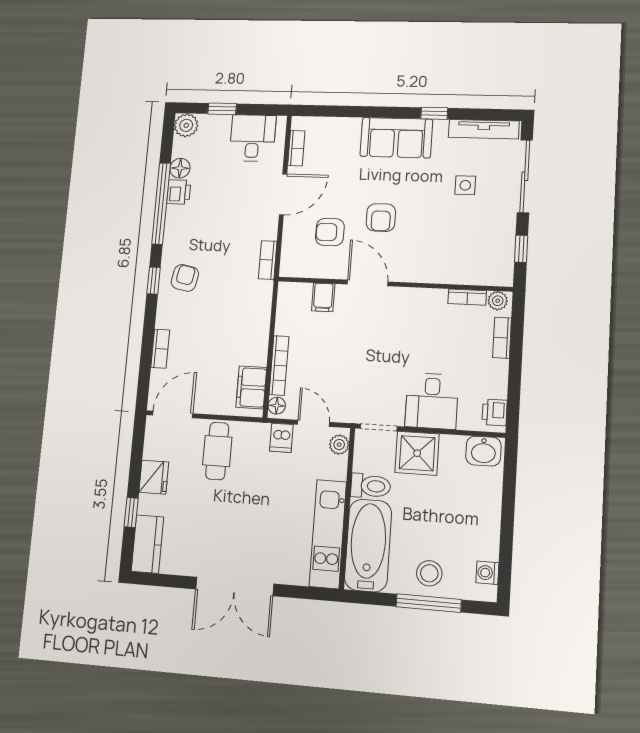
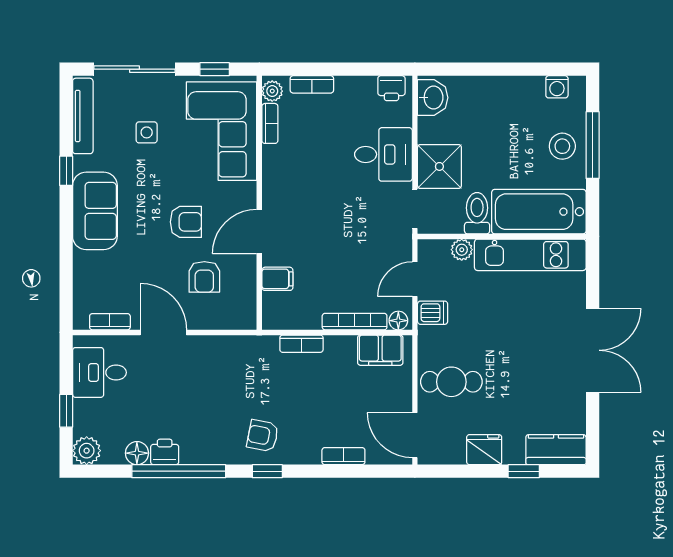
corner sofa: (463, 253) -> (222, 131), added
bookcase: (268, 260) -> (301, 344), moved
plant: (339, 445) -> (462, 250), moved

